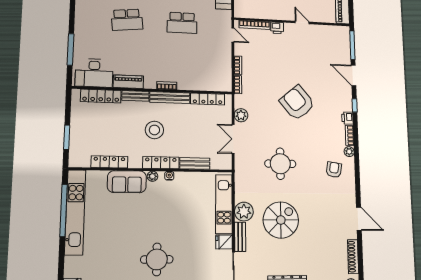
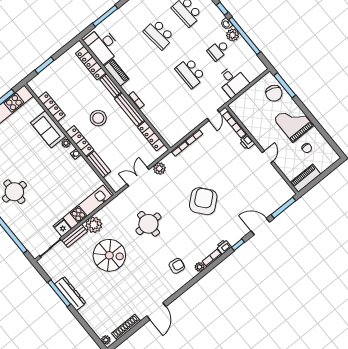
door: (354, 75) -> (260, 226), hinge flipped

